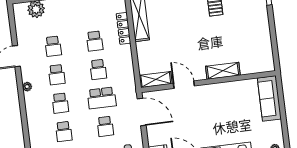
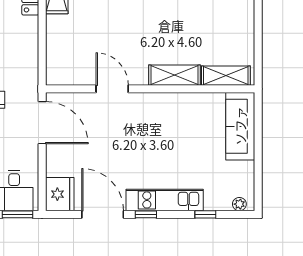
shelving: (156, 80) -> (226, 76), moved

